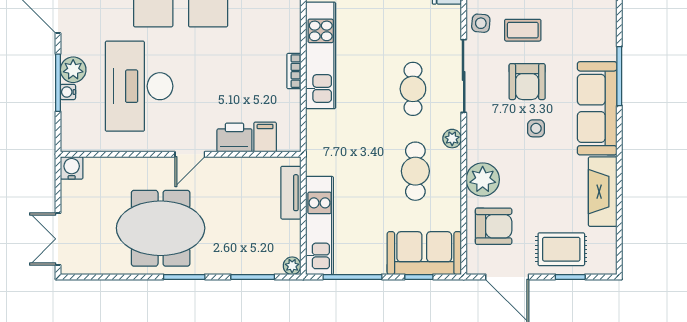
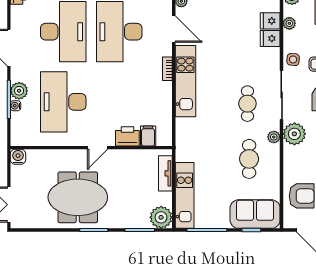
bookcase: (294, 71) -> (167, 69), moved
plant: (483, 179) -> (294, 134), moved
plant: (292, 266) -> (161, 217), width x1.87, depth x1.87

